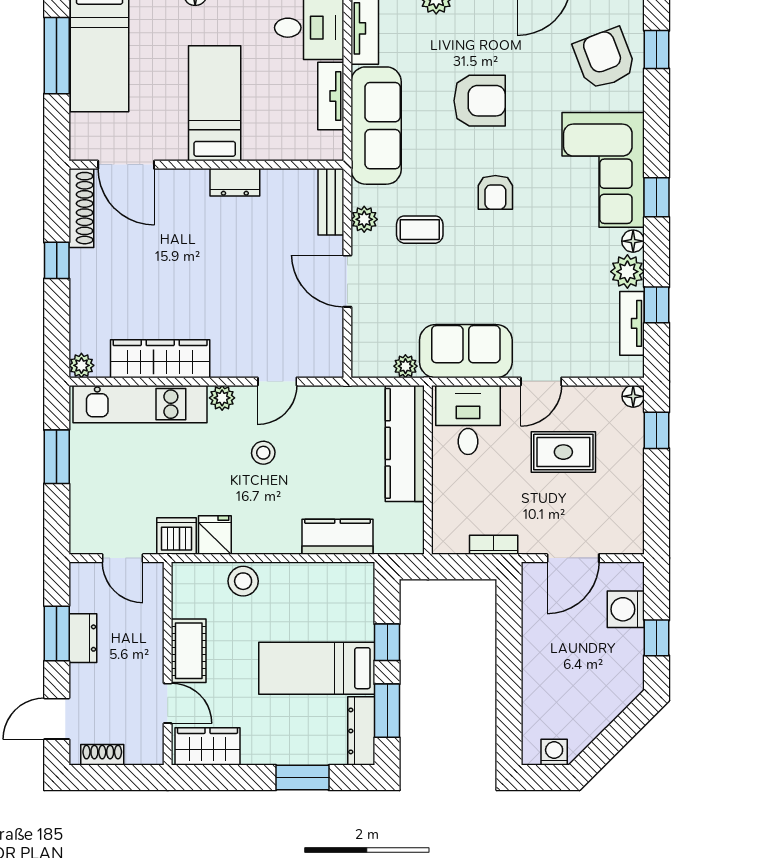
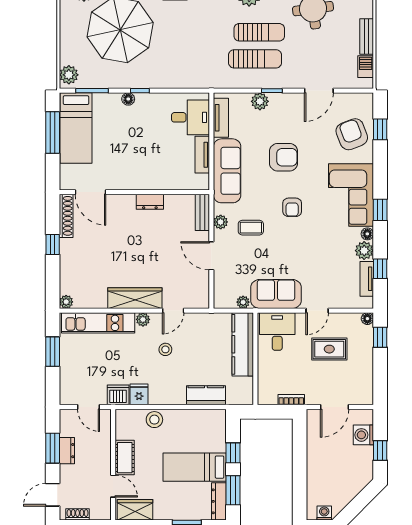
bed: (215, 103) -> (139, 159), removed
wardrobe: (160, 359) -> (135, 298), moved

